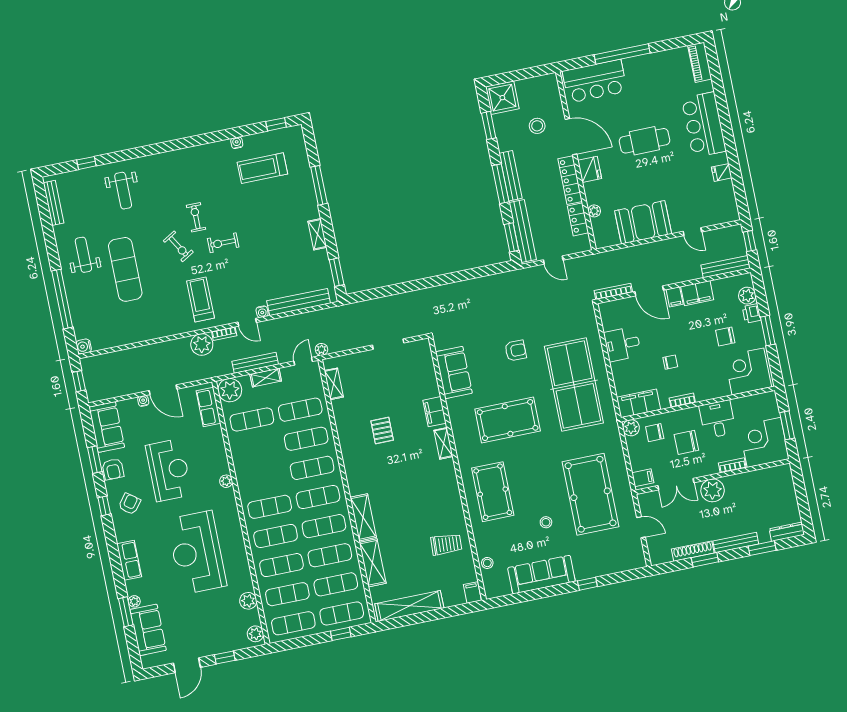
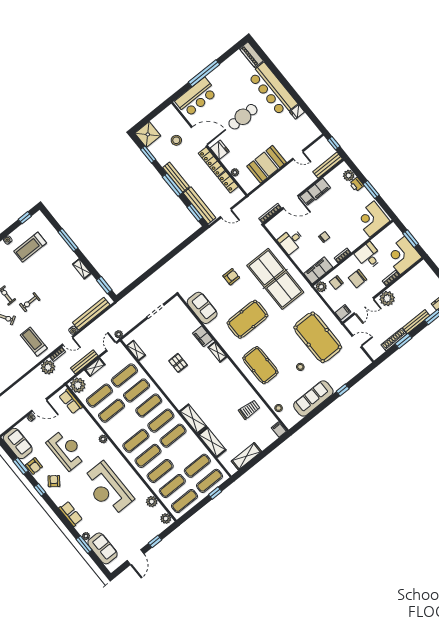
bar counter: (704, 125) -> (272, 90), width x1.36
chair: (725, 337) -> (348, 206), removed
exercise mat: (330, 555) -> (112, 411), moved
shelving: (409, 606) -> (246, 456), width x0.68

